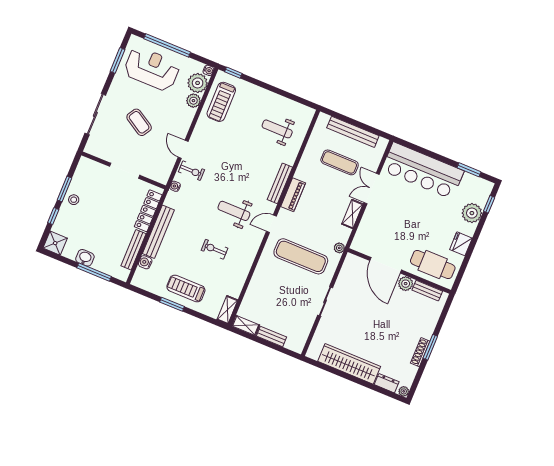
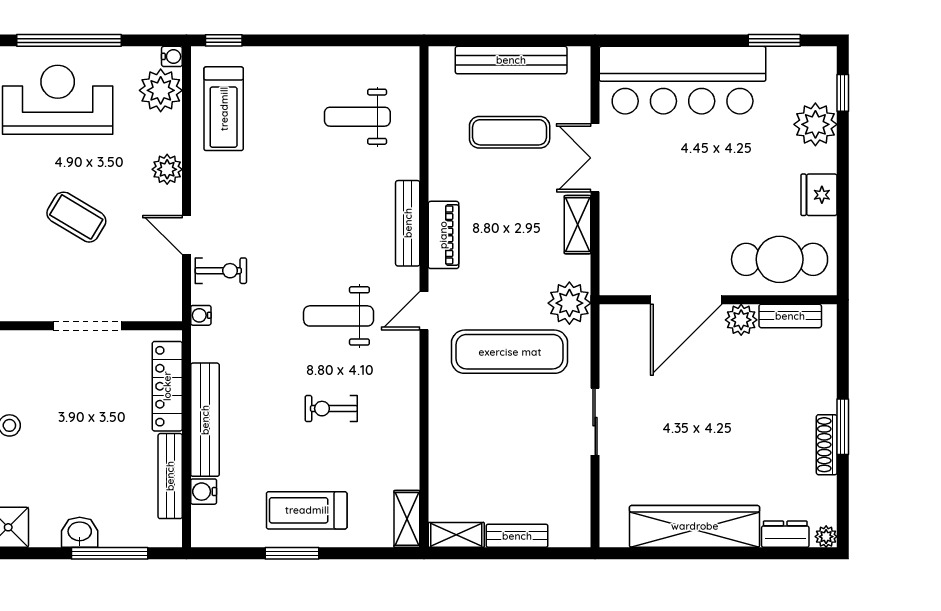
plant: (193, 101) -> (167, 169), moved
plant: (339, 248) -> (569, 303), width x1.88, depth x1.88
door: (386, 265) -> (686, 300), hinge flipped

